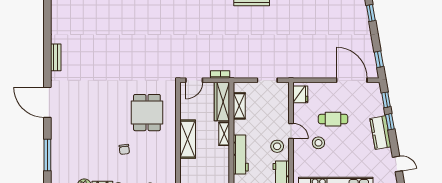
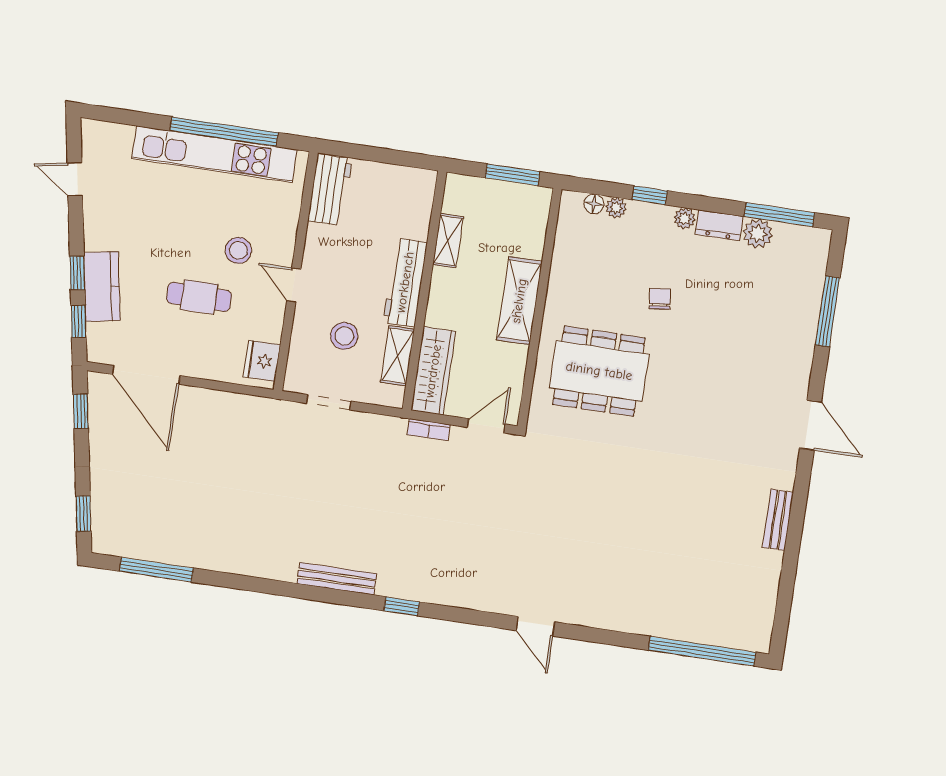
door: (47, 102) -> (811, 425), width x0.73
dining table: (147, 113) -> (599, 371), width x1.38
kitchen counter: (381, 133) -> (102, 287), moved
shelving: (224, 134) -> (448, 241), moved
stool: (277, 146) -> (344, 336), moved
workbench: (241, 155) -> (405, 282), moved

